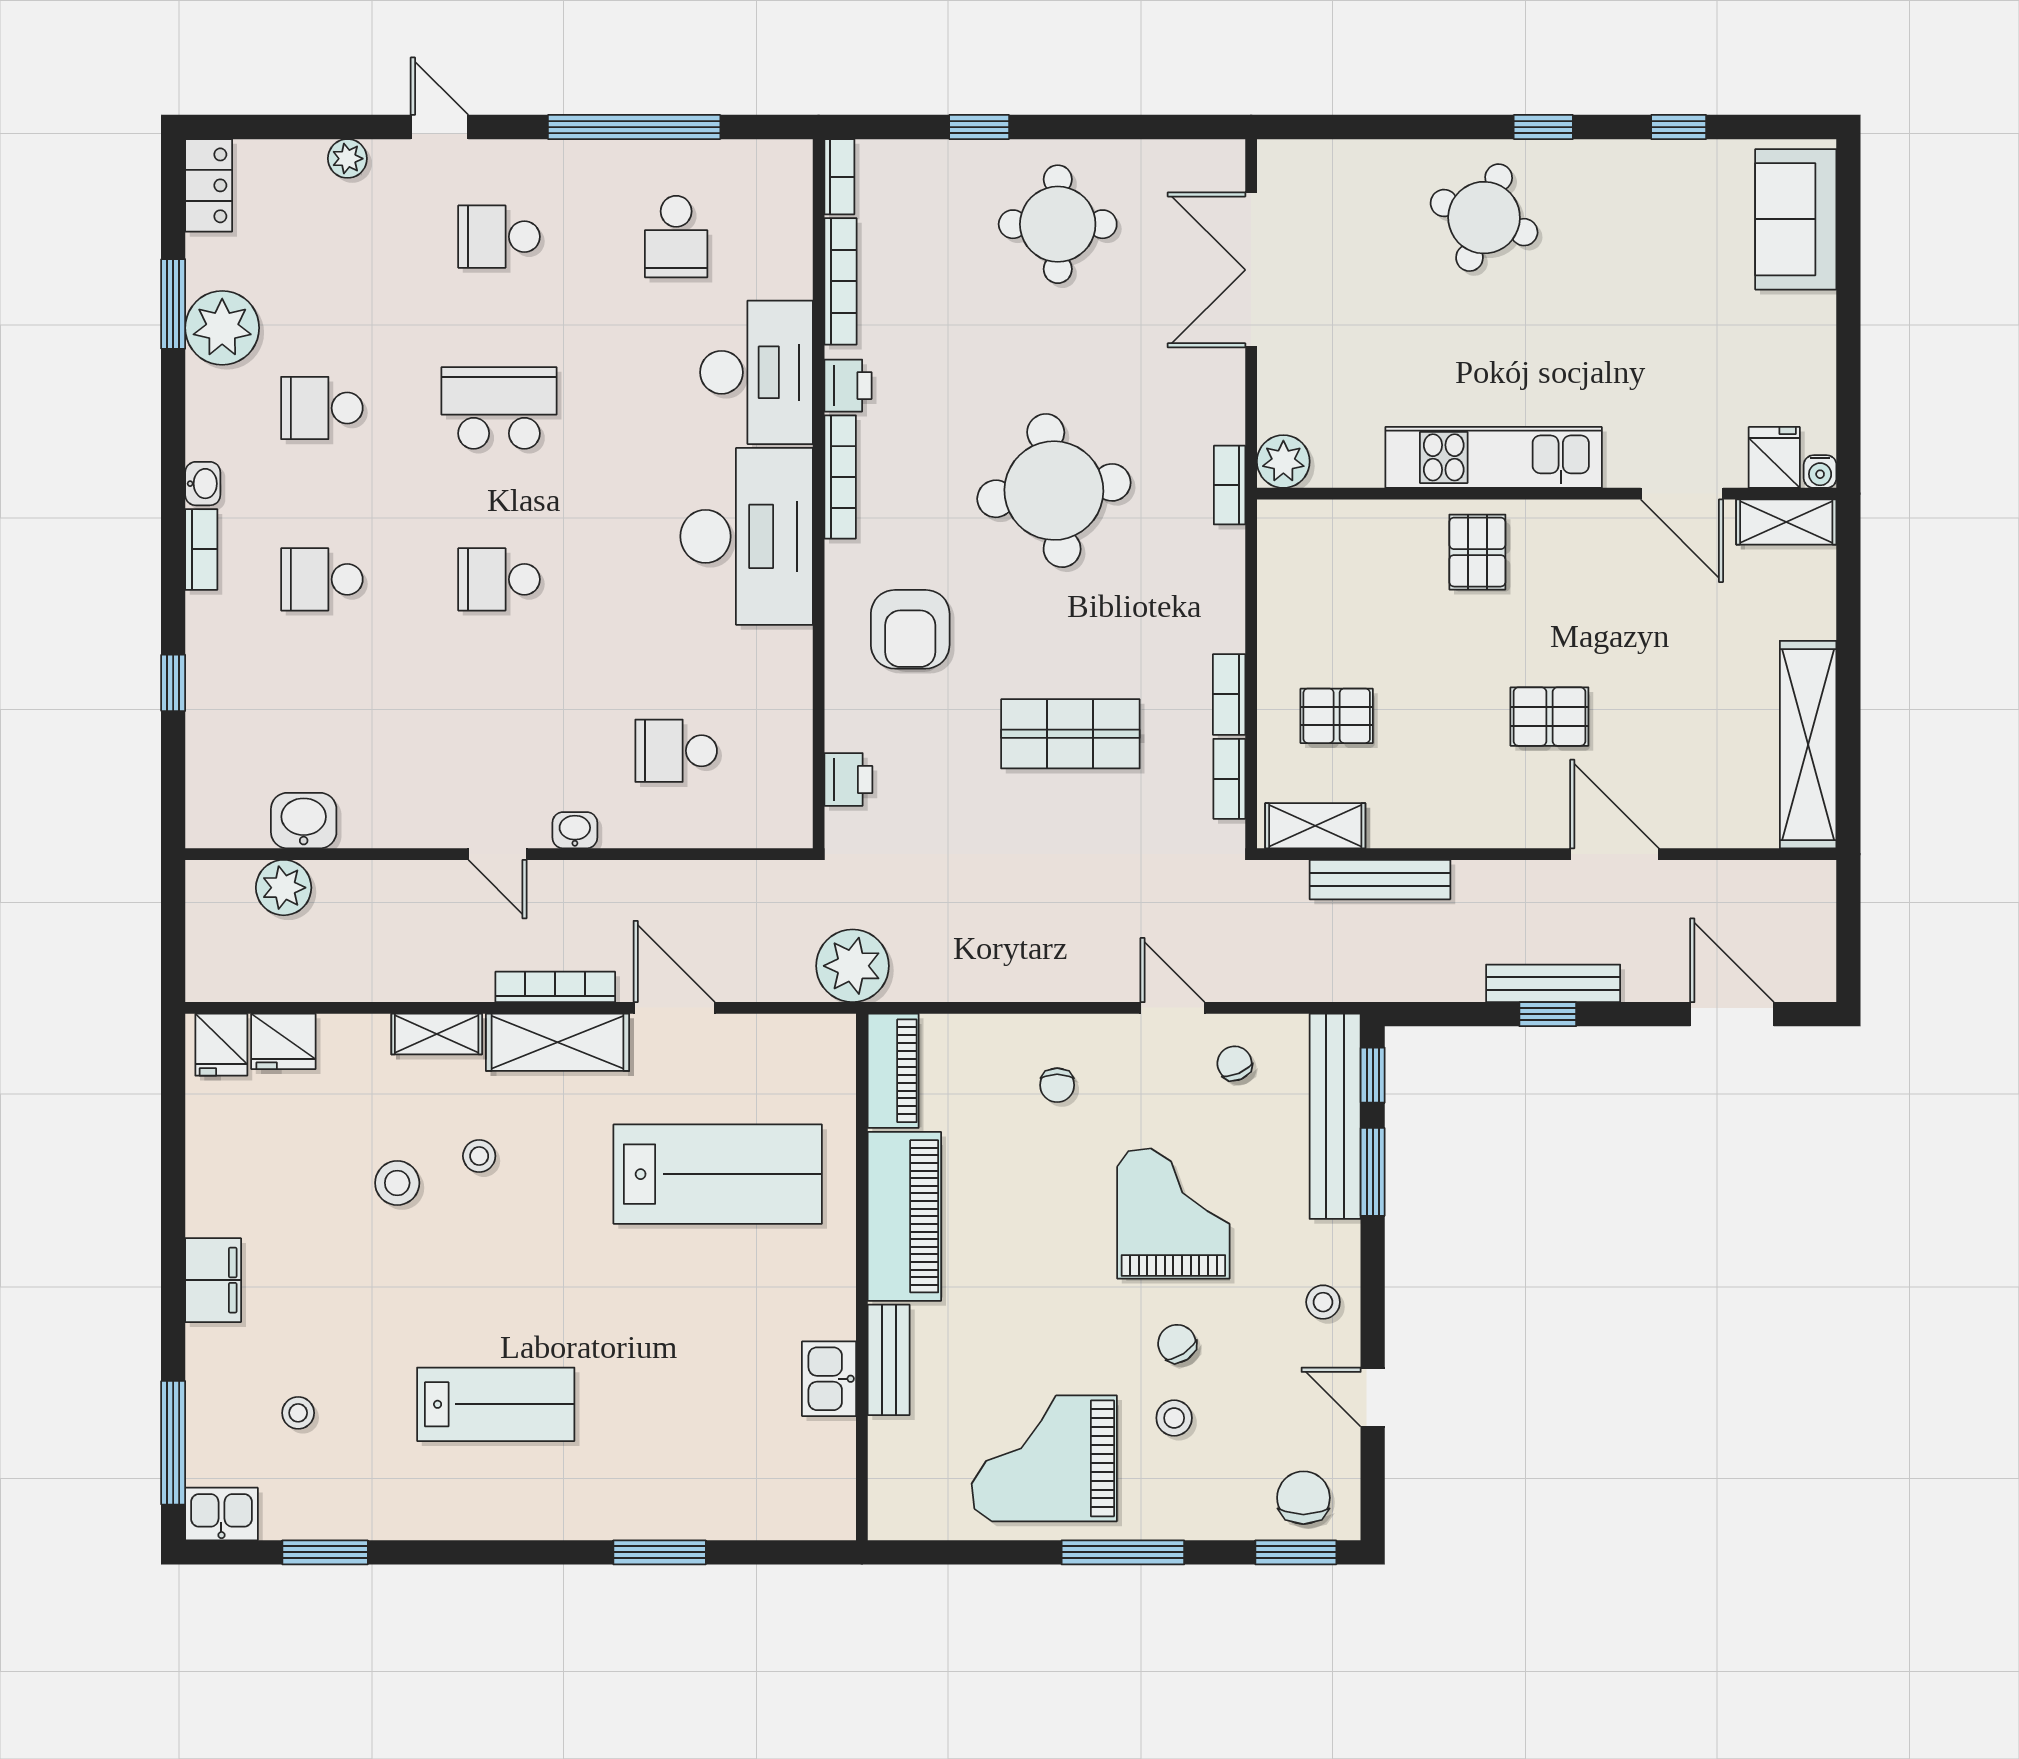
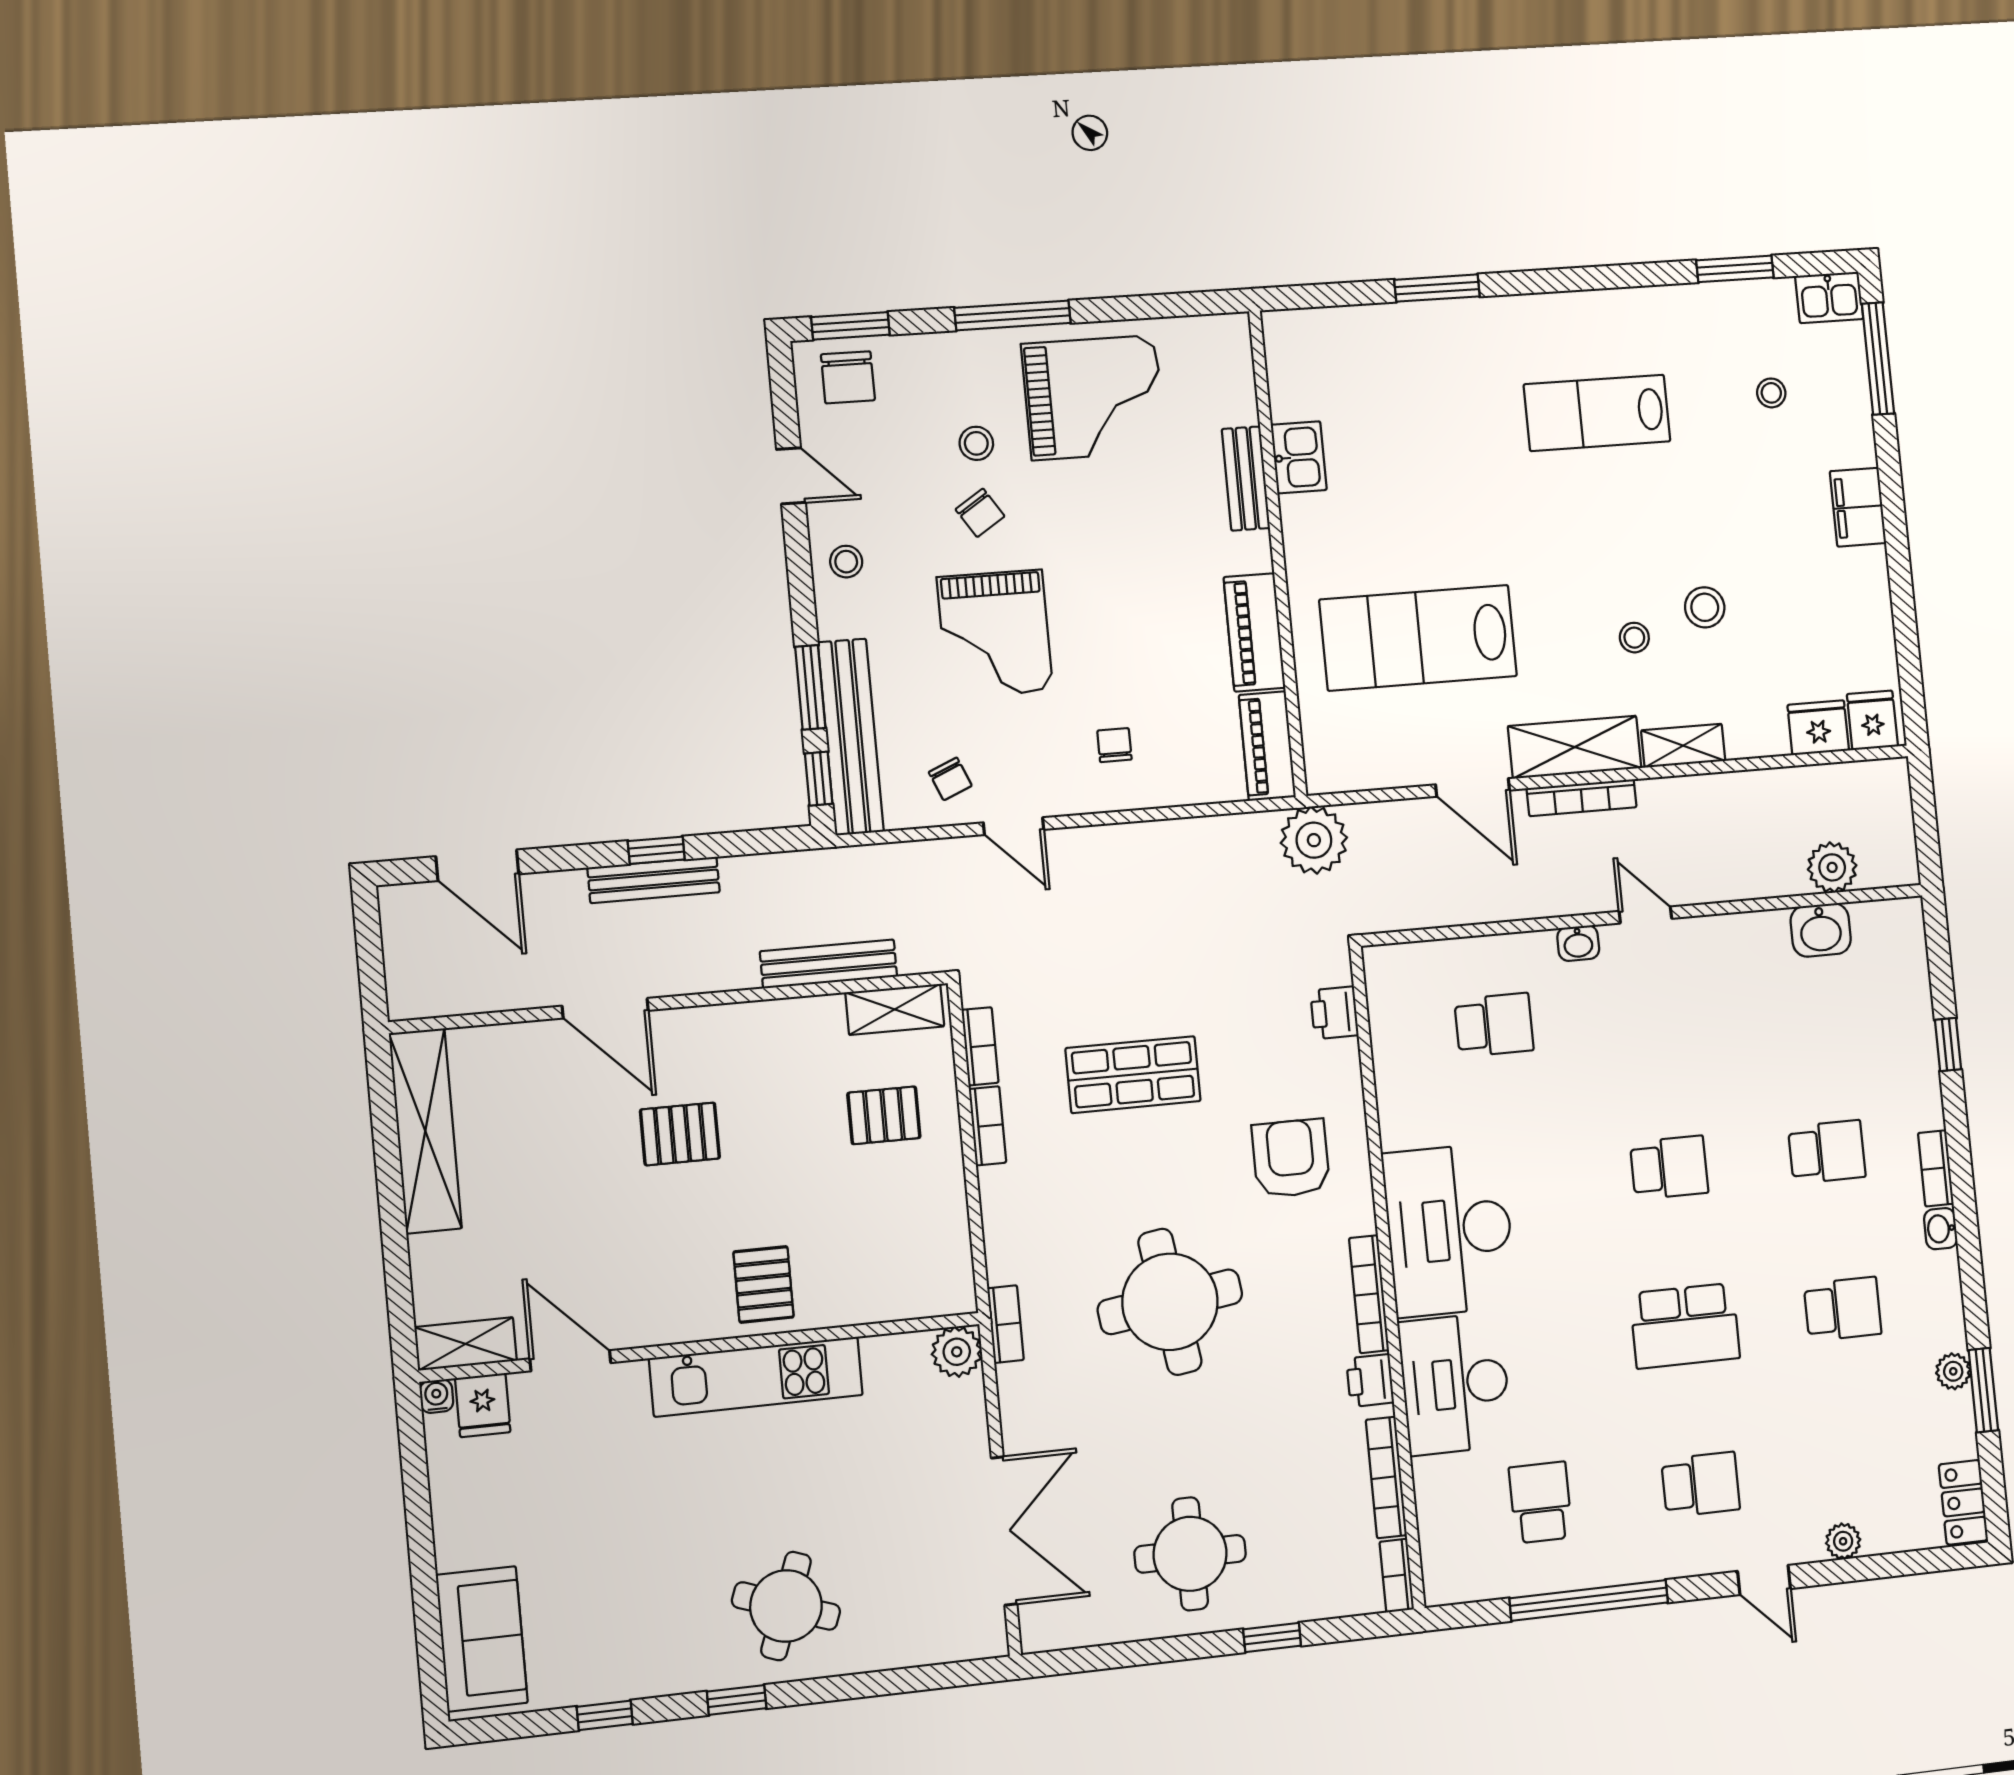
plant: (222, 328) -> (1953, 1371), width x0.53, depth x0.53
piano: (904, 1216) -> (1254, 632), width x0.73, depth x0.75

